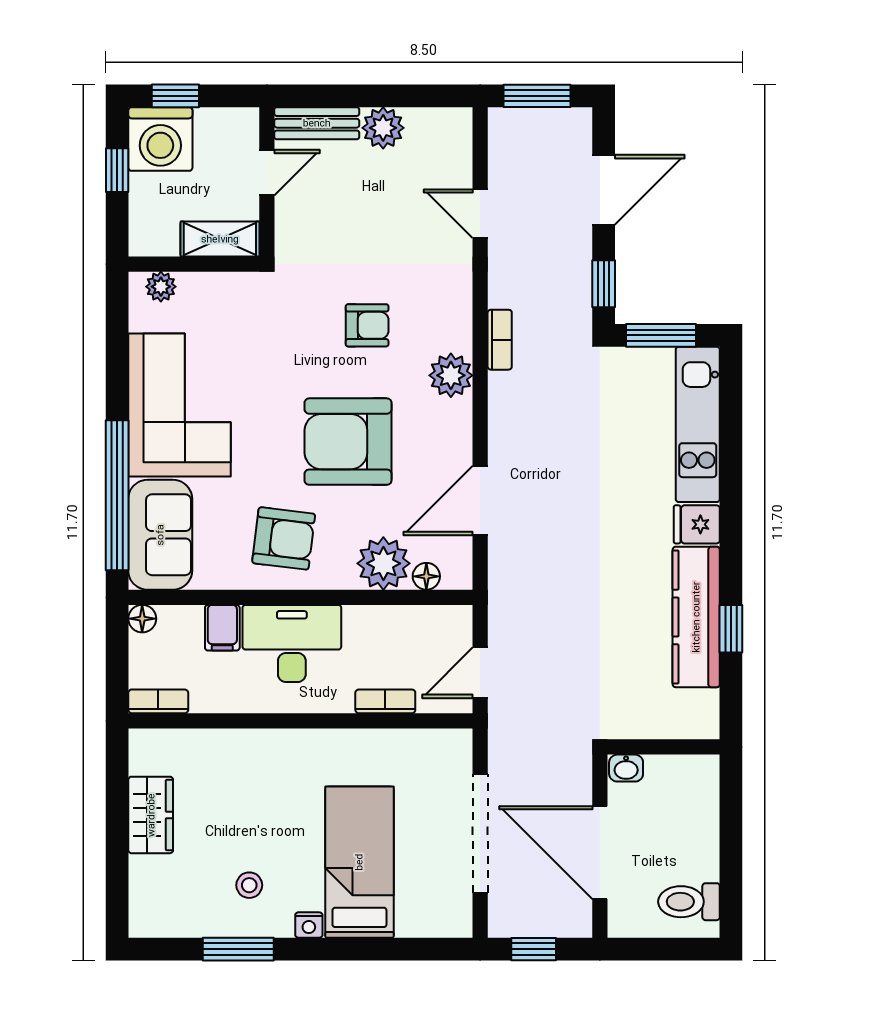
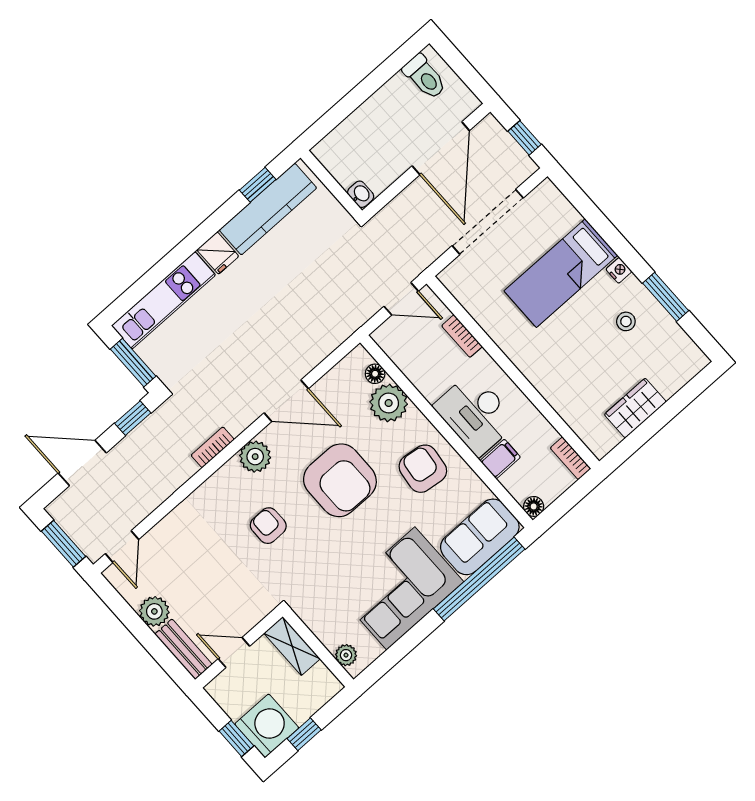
door: (480, 214) -> (122, 547), moved
door: (480, 501) -> (286, 401), moved
wall: (664, 747) -> (331, 184), moved
washbasin: (626, 768) -> (361, 194), moved

